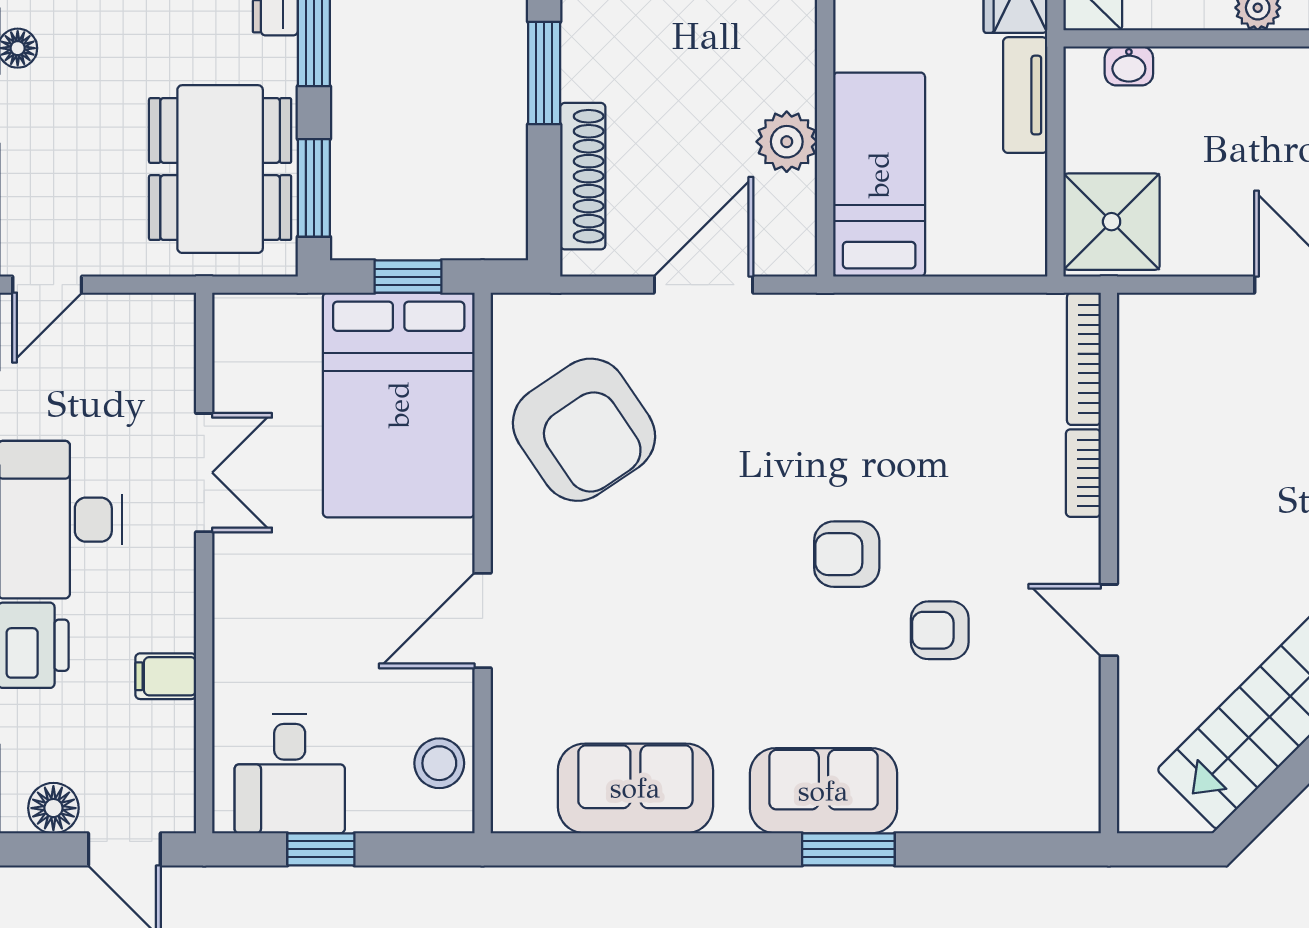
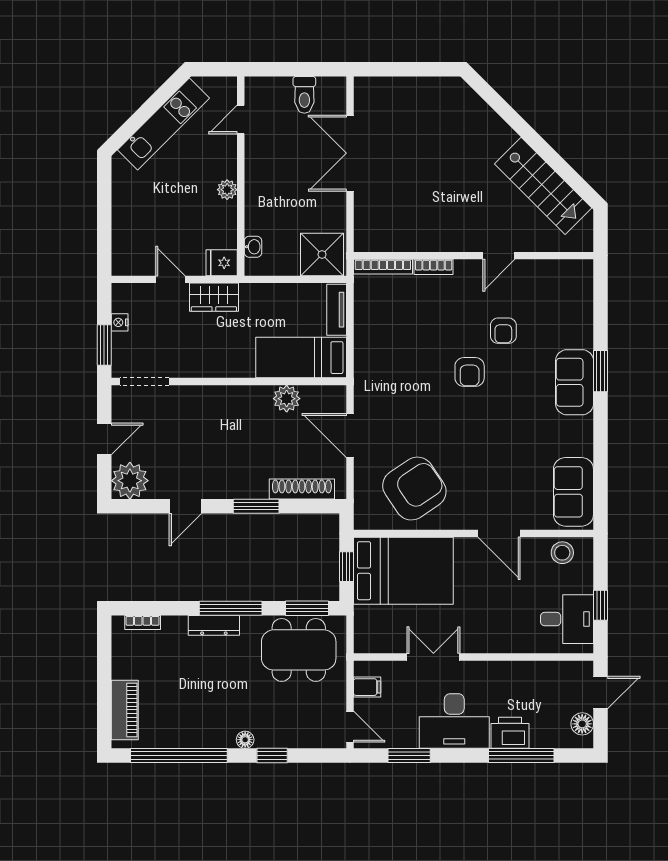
tv unit: (1025, 95) -> (337, 310), moved, turned 90
filing cabinet: (166, 676) -> (367, 687), moved, turned -90
sofa: (635, 788) -> (573, 492), moved

